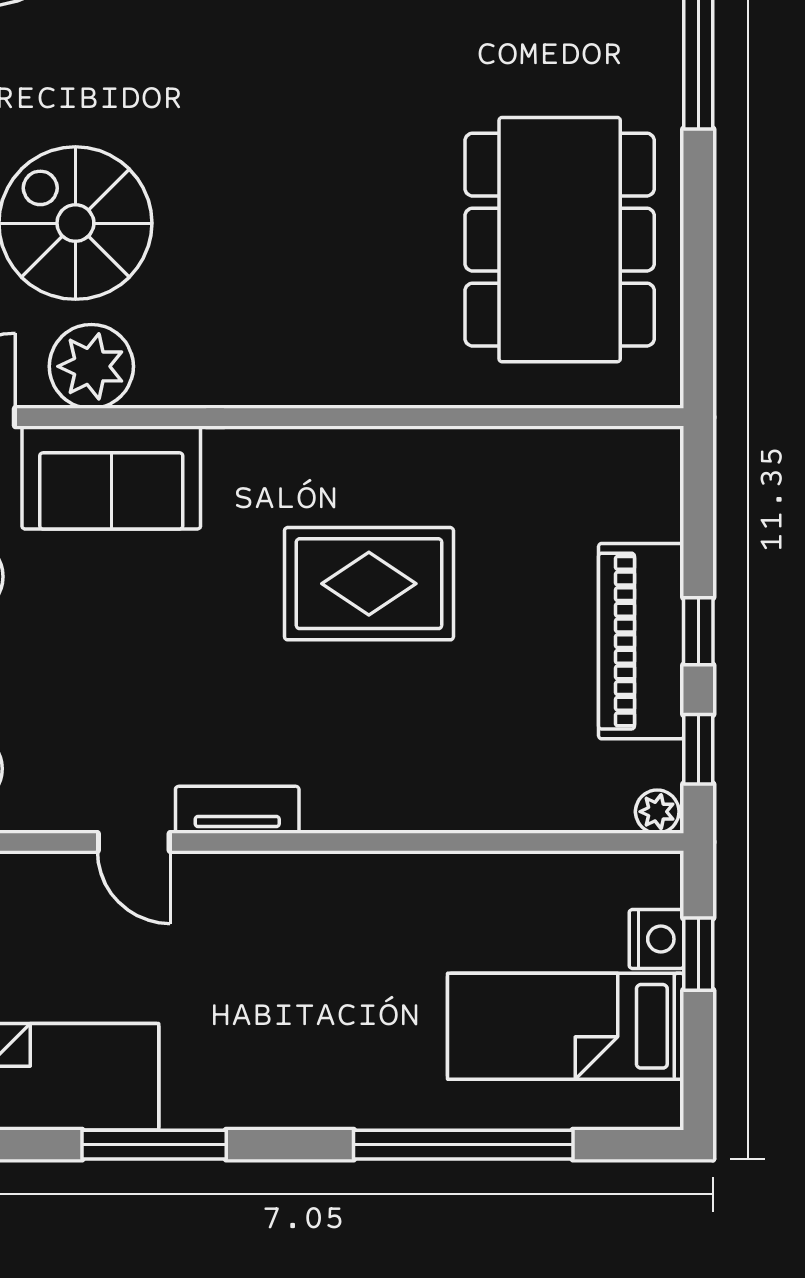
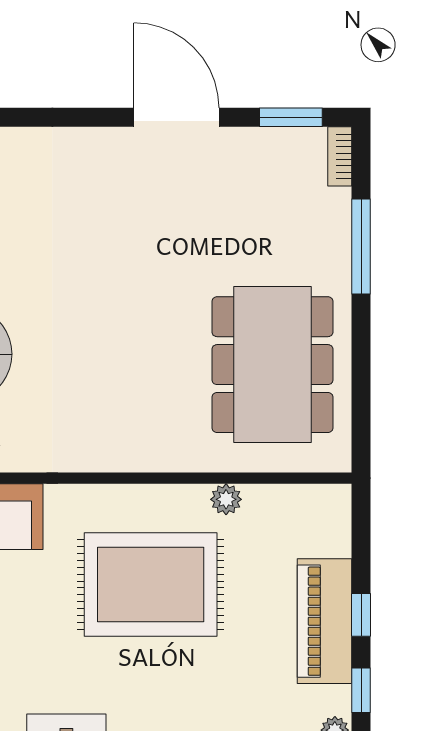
plant: (487, 450) -> (226, 499), added
rug: (369, 584) -> (151, 584), width x1.37, depth x1.44

